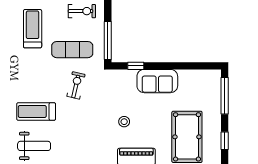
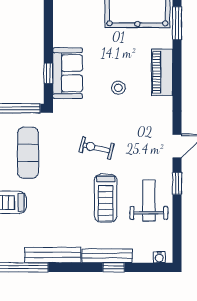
sofa: (157, 81) -> (68, 73), moved
exercise bike: (76, 85) -> (96, 148), moved

